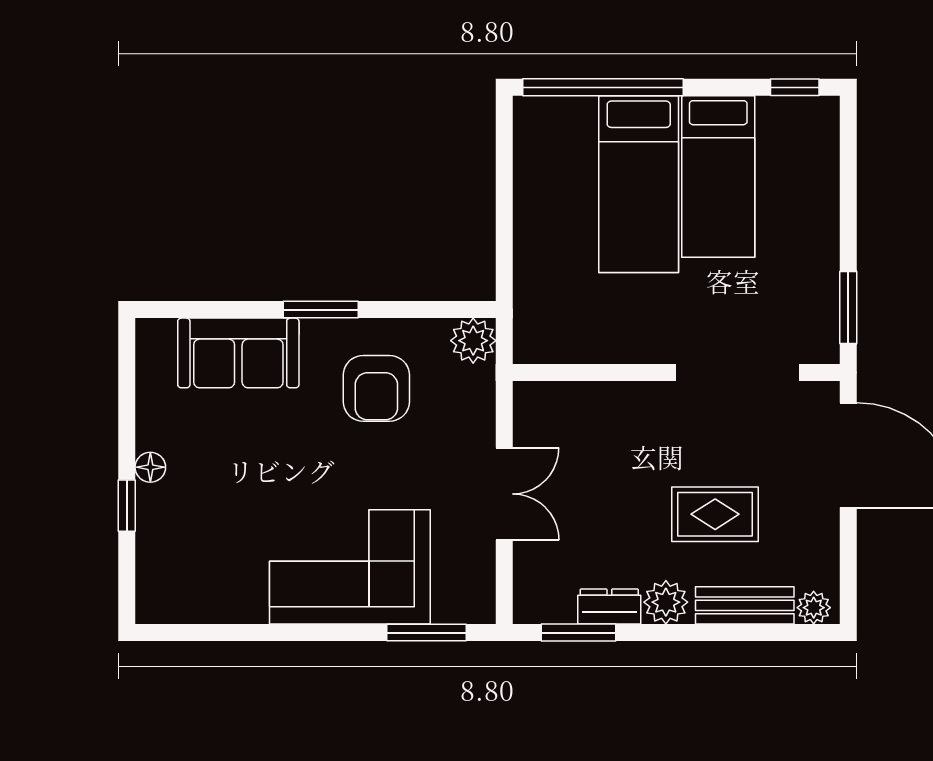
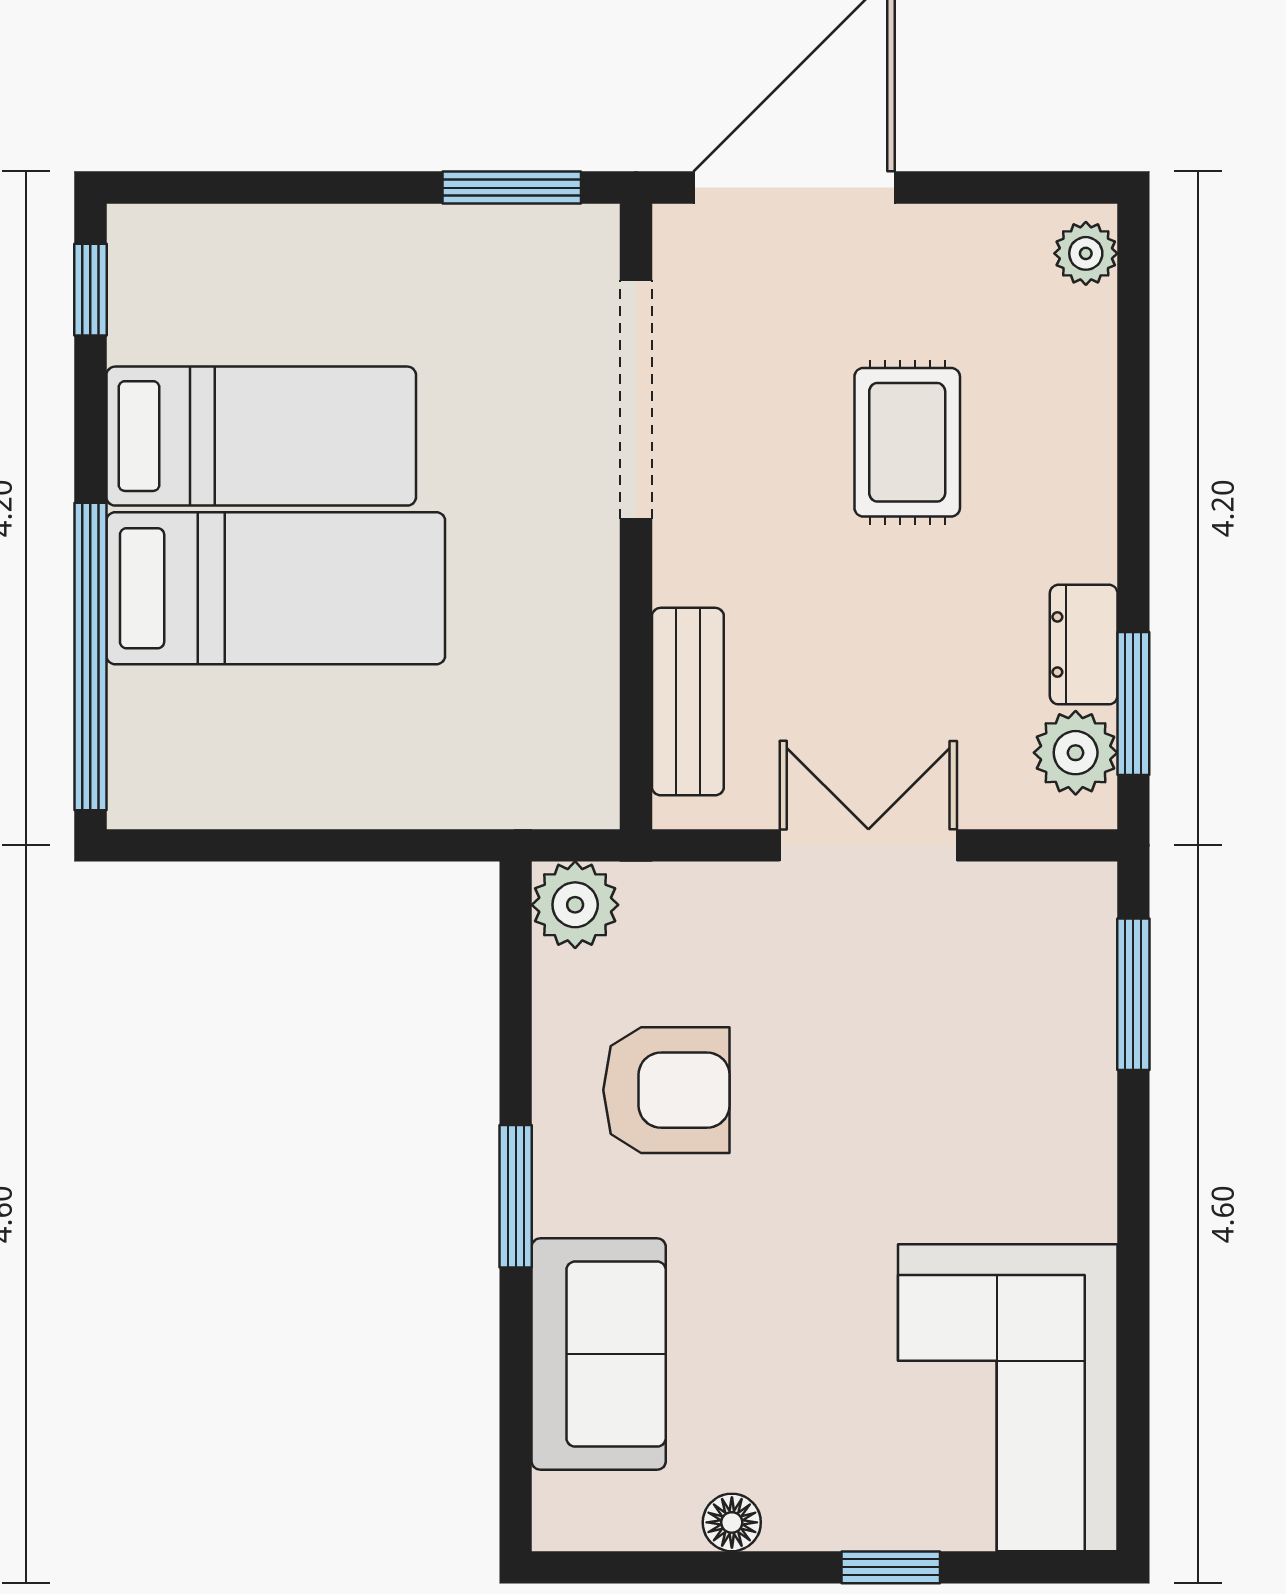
floor lamp: (150, 467) -> (732, 1522), moved
corner sofa: (350, 567) -> (1008, 1398), moved
plant: (666, 602) -> (1076, 753), moved
bench: (745, 605) -> (688, 702), moved

